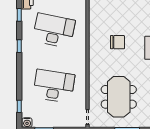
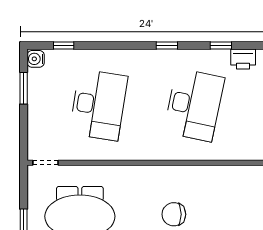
chair: (117, 42) -> (174, 214), turned 90

